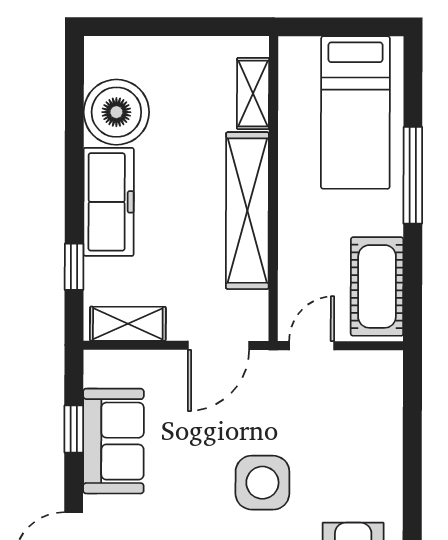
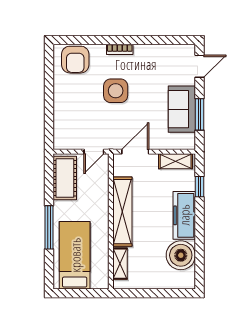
window: (74, 429) -> (199, 114), width x1.50

